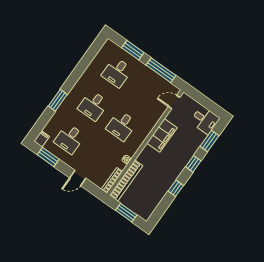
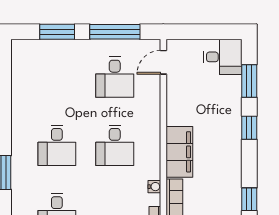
desk: (117, 72) -> (115, 77), moved
filing cabinet: (162, 135) -> (179, 152), moved
window: (176, 188) -> (249, 199), moved

